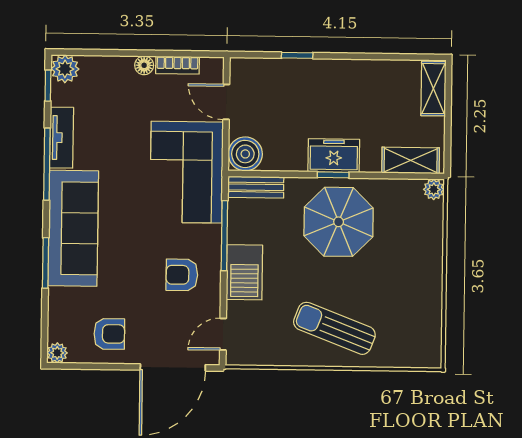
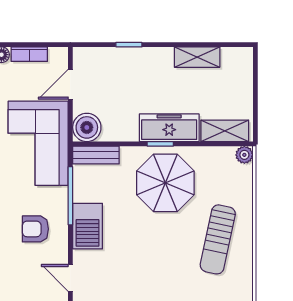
shelving: (433, 89) -> (197, 57), moved, turned 90
door: (226, 102) -> (70, 84), hinge flipped
freezer: (334, 156) -> (169, 128), width x1.40
sun lounger: (334, 328) -> (218, 239), moved, turned -99
door: (223, 334) -> (70, 278), hinge flipped

